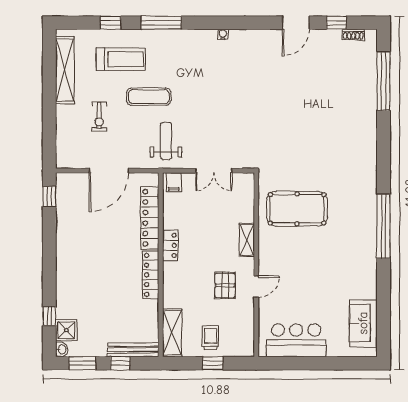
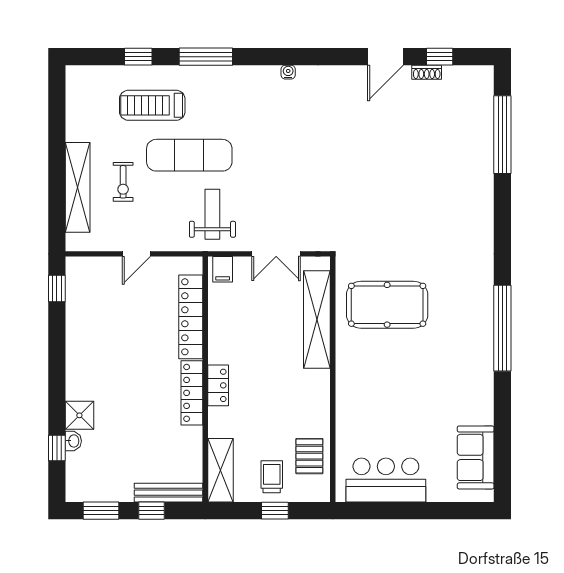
shoe rack: (353, 34) -> (427, 72), moved
treadmill: (121, 59) -> (152, 105), turned 180
shelving: (65, 70) -> (78, 187), moved
exercise mat: (149, 97) -> (189, 155), width x1.36, depth x1.45
door: (109, 171) -> (136, 254), width x0.53
shelving: (247, 240) -> (317, 320), width x2.20, depth x1.33
locker: (170, 245) -> (218, 385), moved
pallet: (225, 285) -> (309, 456), moved
door: (256, 287) -> (333, 408), removed
shower: (66, 330) -> (79, 415), moved
washbasin: (62, 349) -> (73, 441), moved

